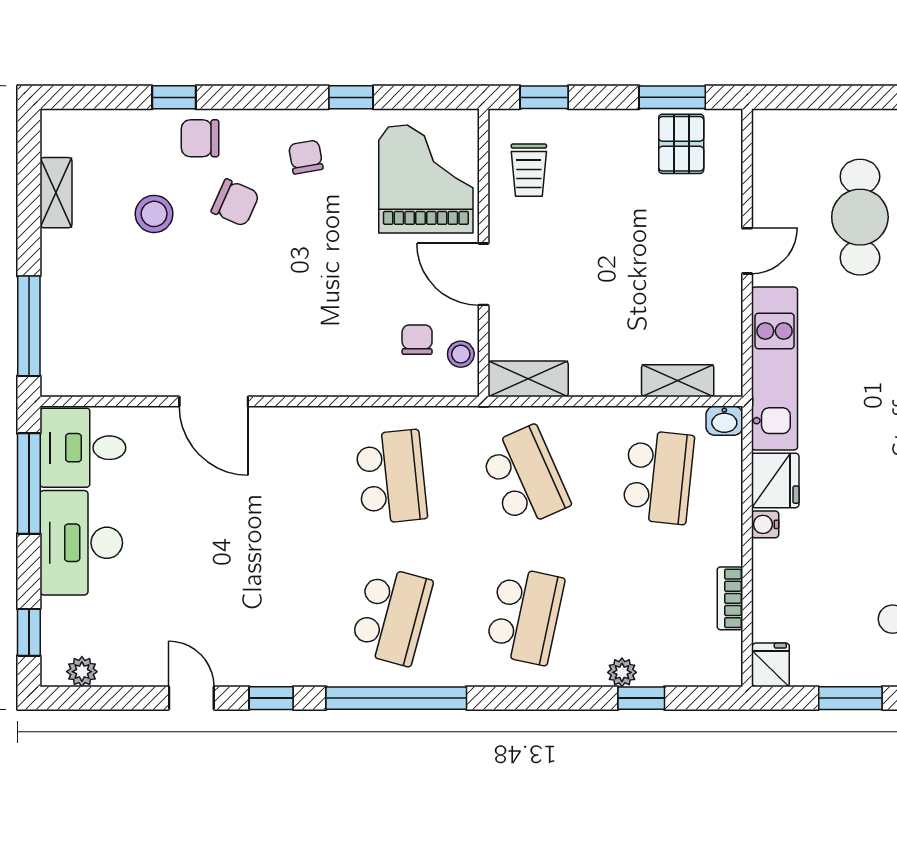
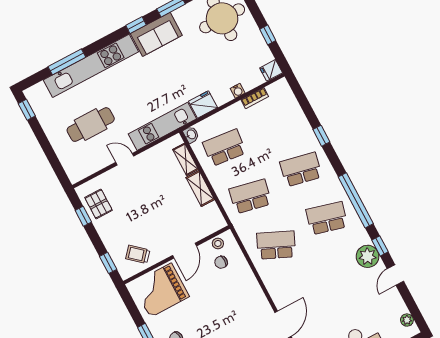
window: (672, 97) -> (83, 216), width x0.67
pallet: (681, 144) -> (99, 204), turned 90
trolley: (529, 170) -> (138, 254), turned -139
shelving: (528, 379) -> (200, 188), moved
school desk: (391, 477) -> (276, 245), turned 30
school desk: (525, 477) -> (250, 196), turned 36
water cooler: (765, 524) -> (238, 91), moved
plant: (622, 672) -> (368, 256), moved, width x1.88, depth x1.88
window: (641, 698) -> (321, 136), moved
window: (850, 698) -> (268, 35), width x0.67

